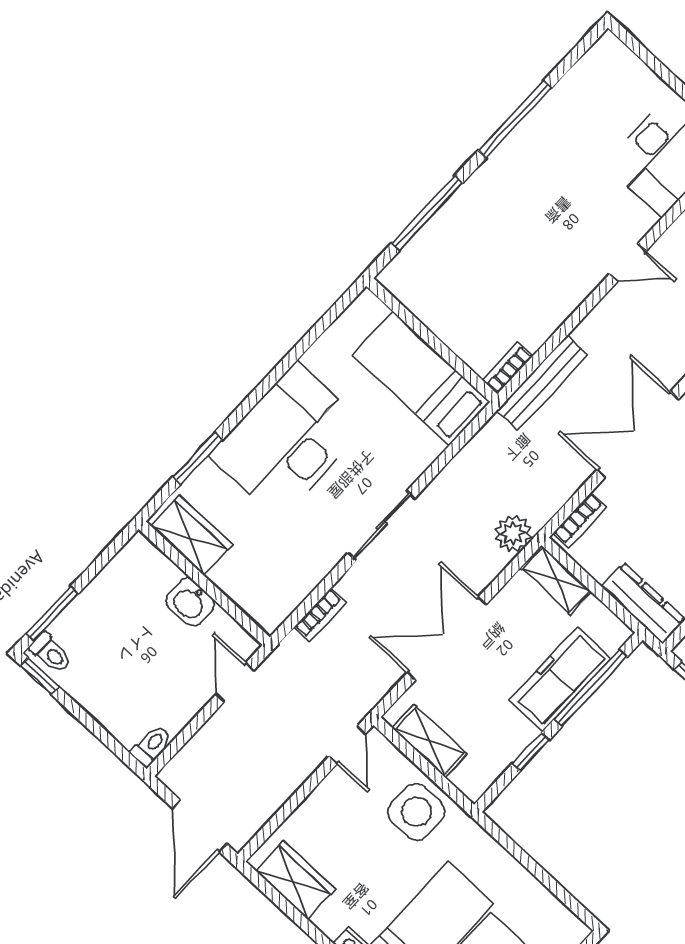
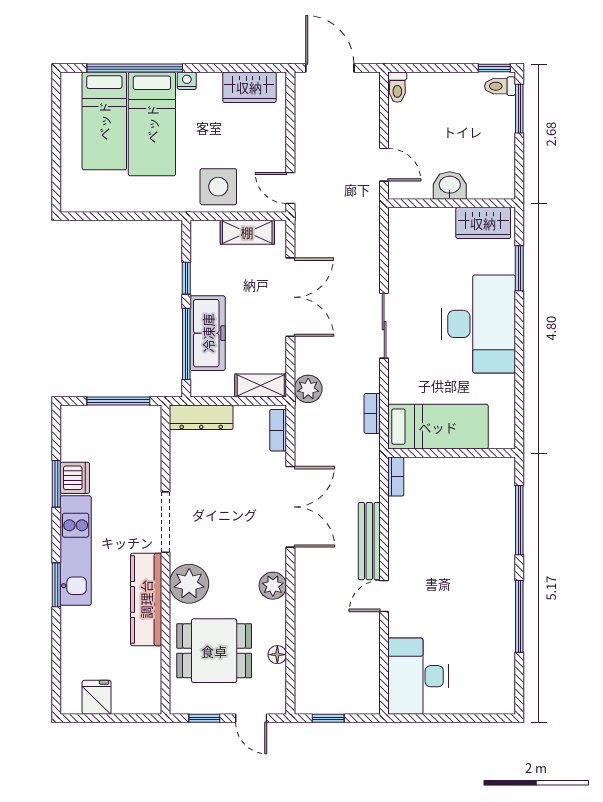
bench: (542, 383) -> (369, 541), moved
bookcase: (320, 615) -> (372, 413), moved

